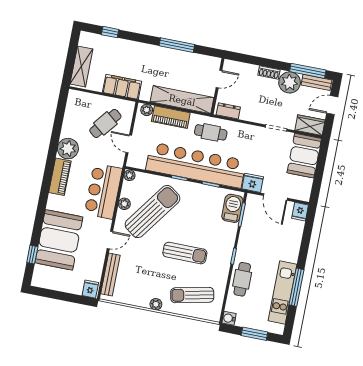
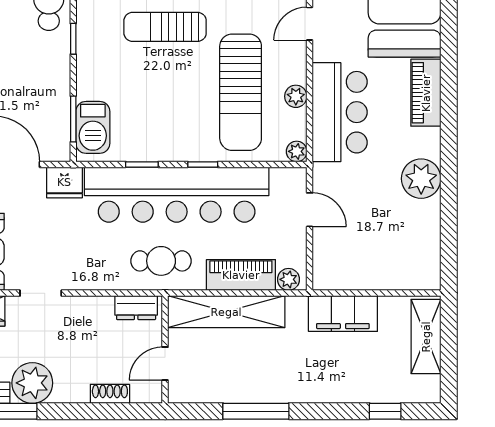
shoe rack: (269, 73) -> (110, 394), moved
cafe table: (105, 123) -> (361, 239), removed
piano: (60, 177) -> (426, 93), moved
sun lounger: (152, 212) -> (241, 92), turned -36

